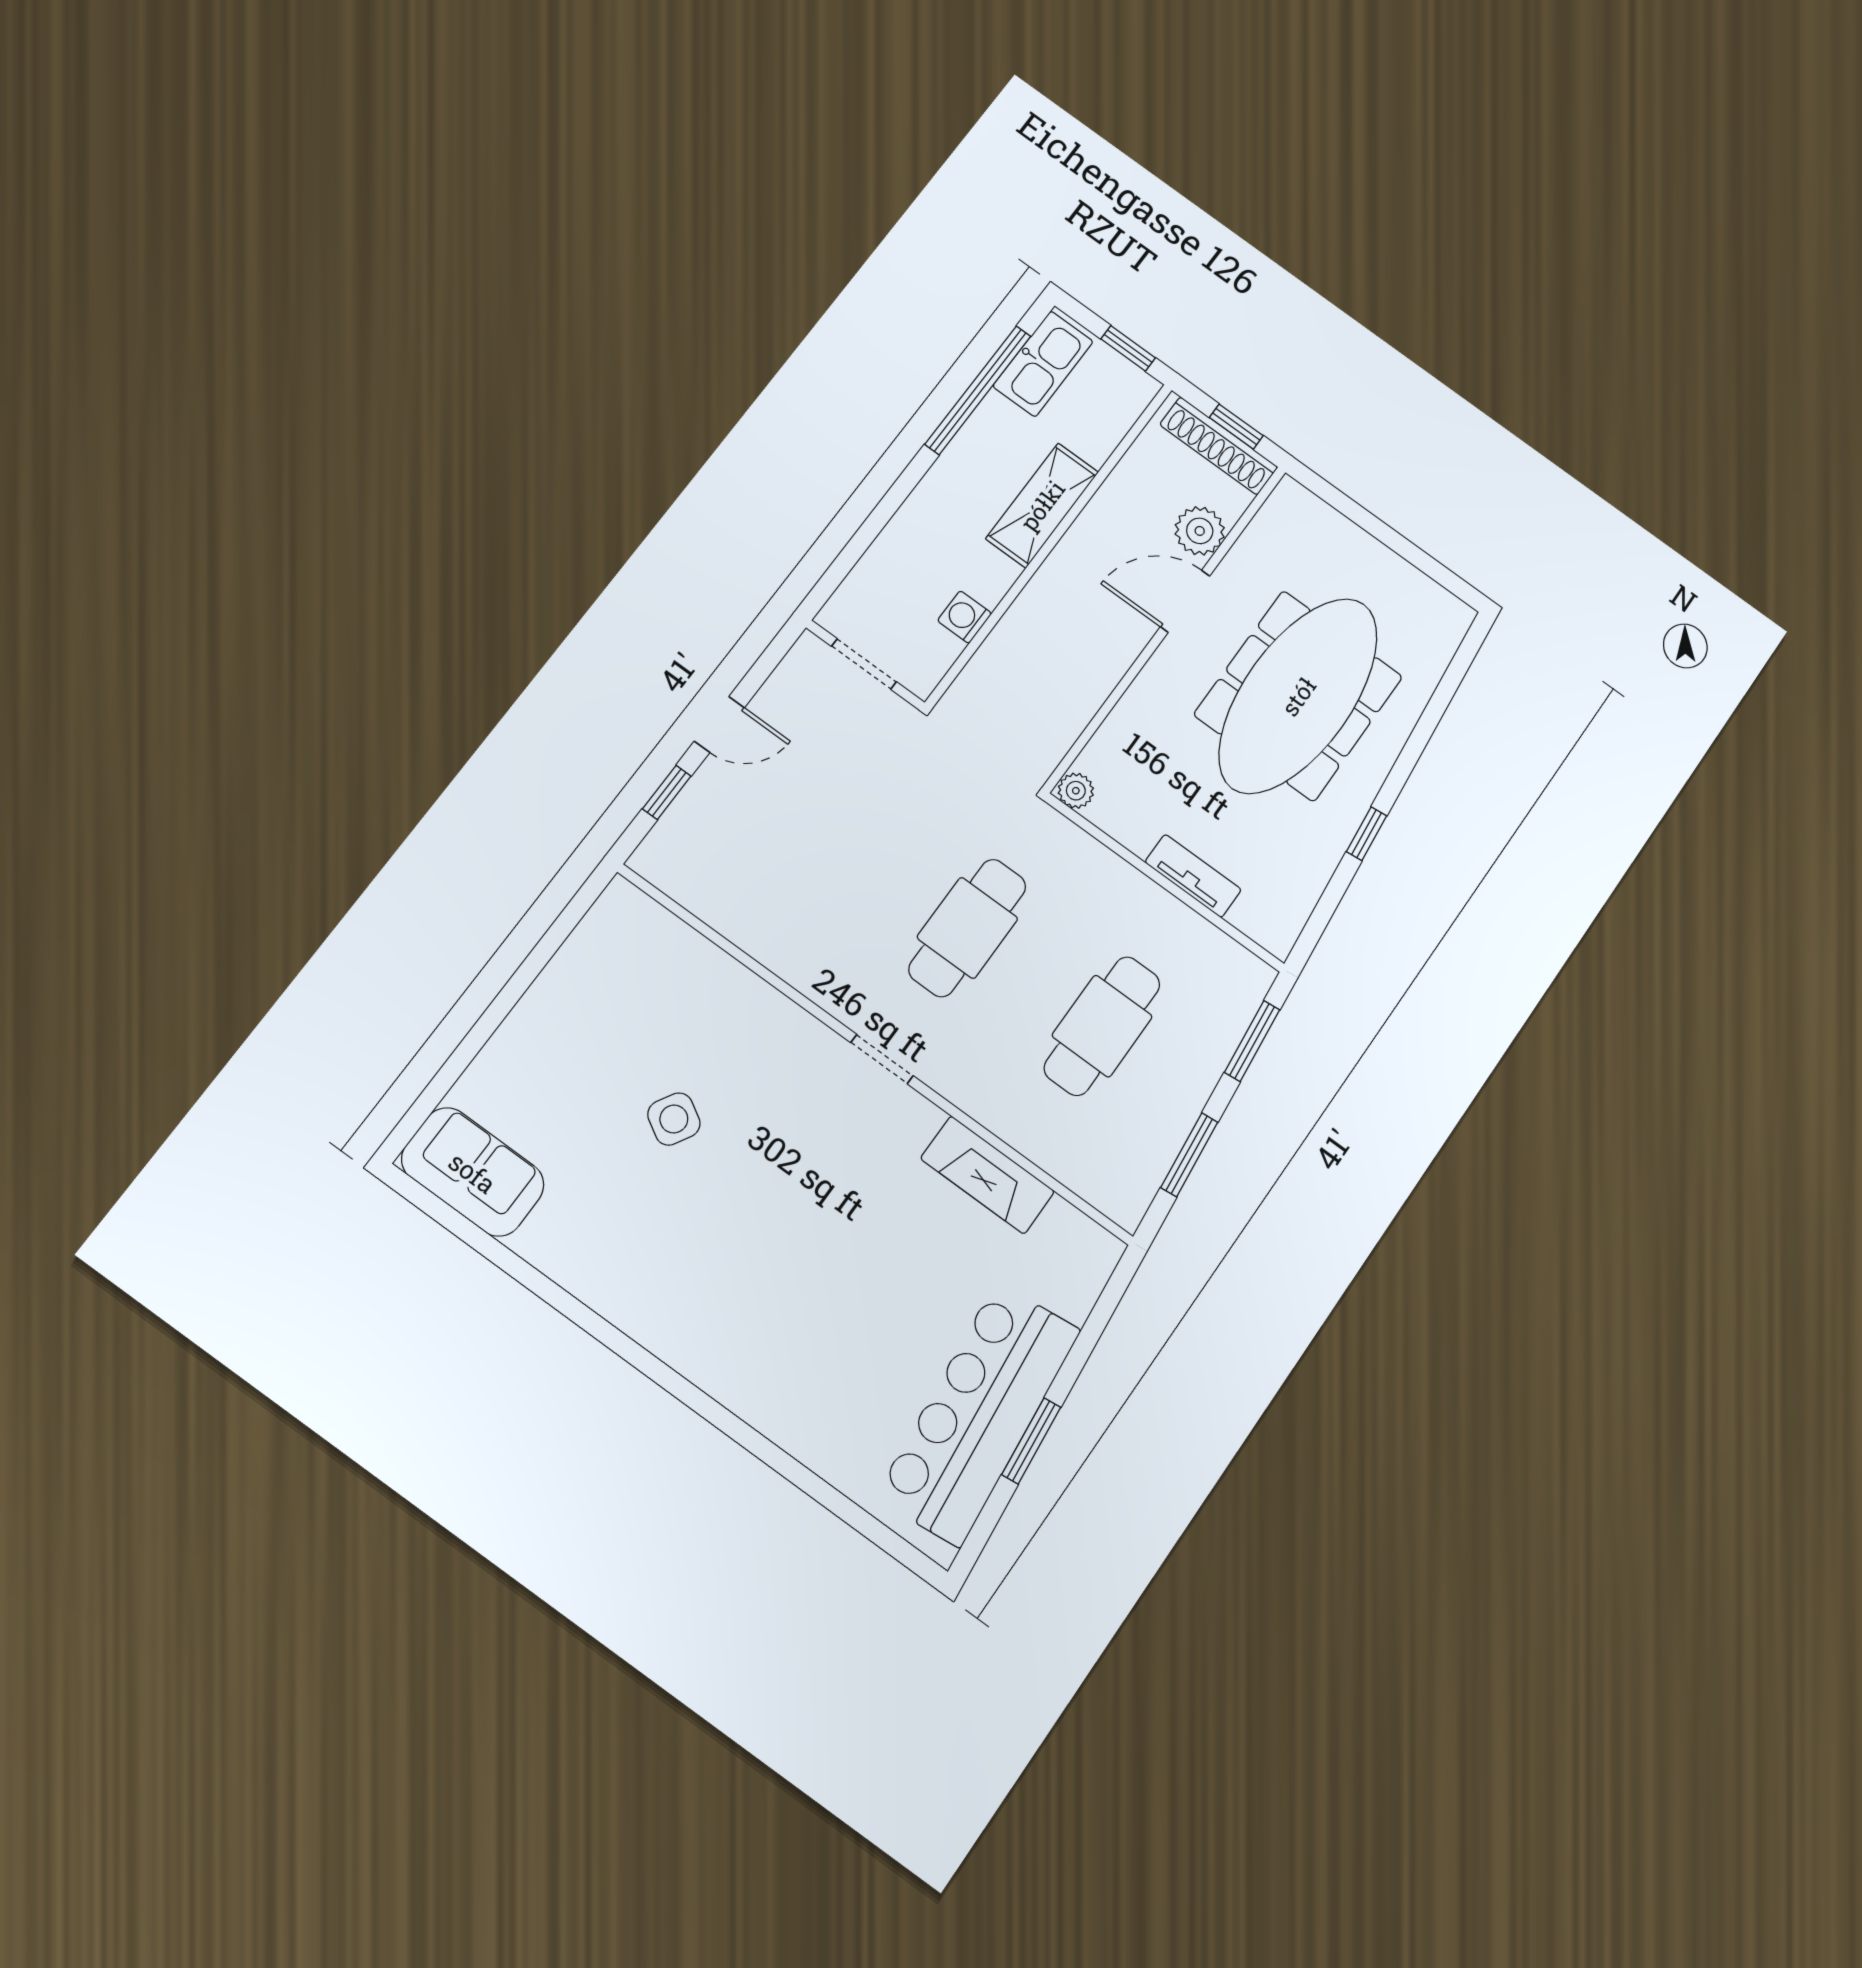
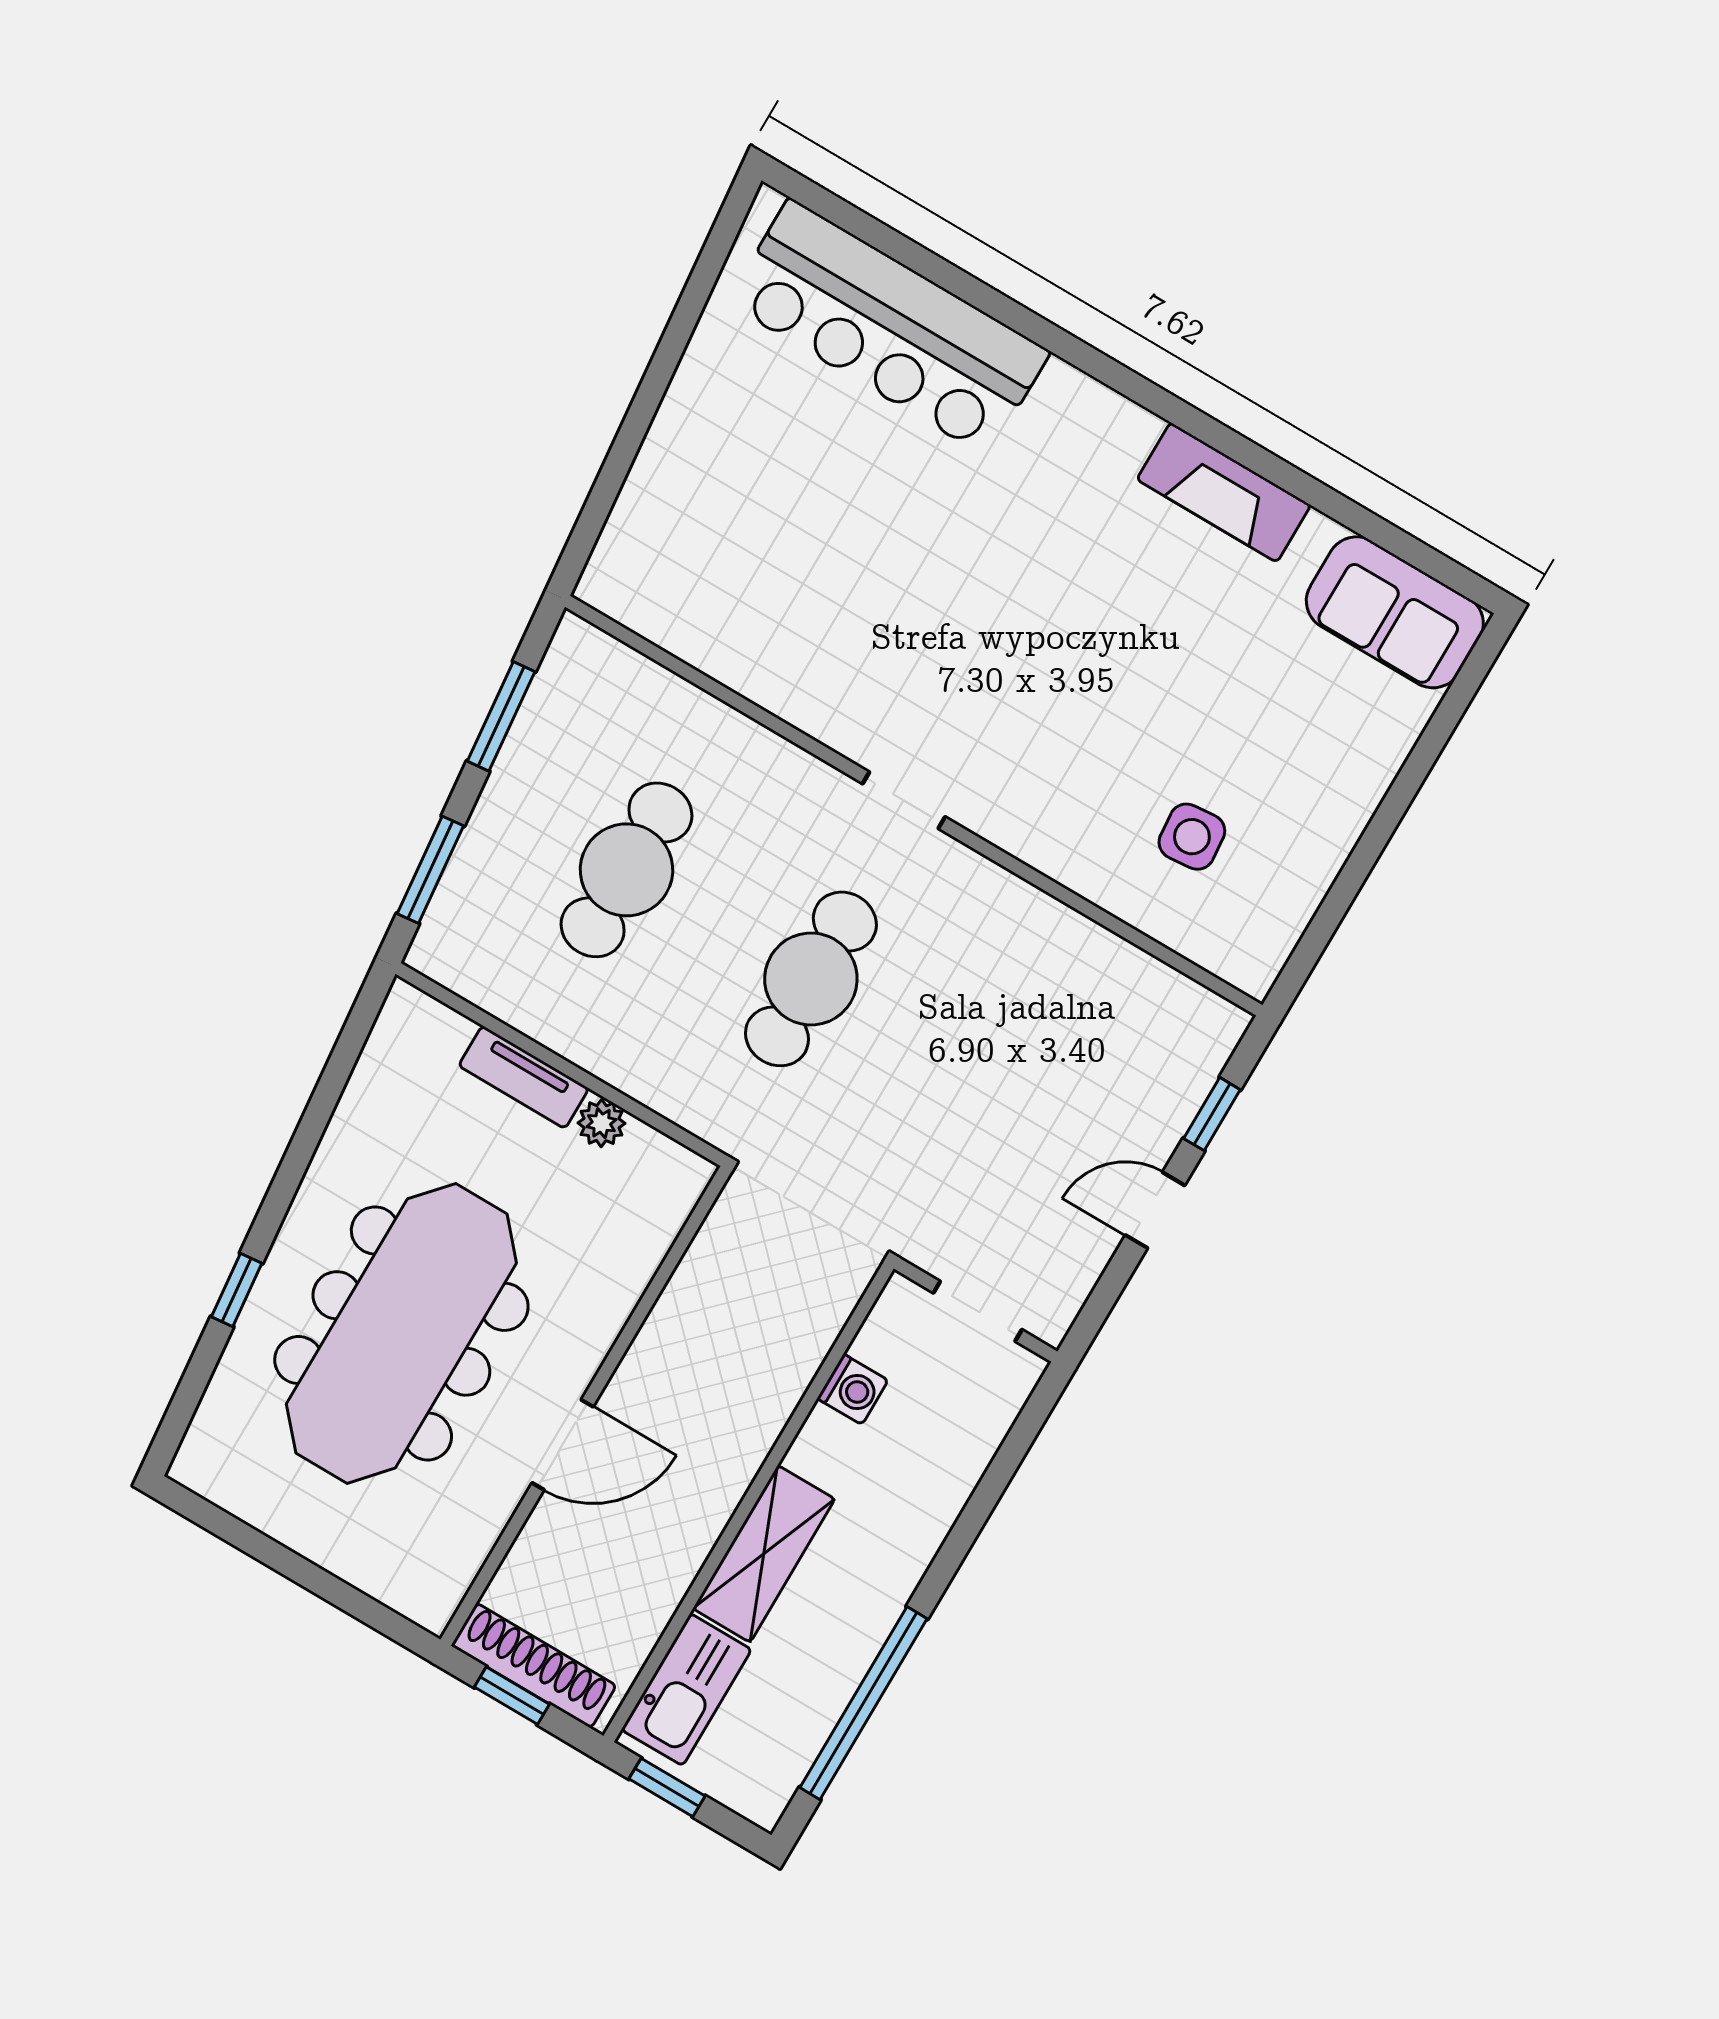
kitchen sink: (1043, 364) -> (686, 1690), moved, turned 180
plant: (1200, 531) -> (550, 1544), removed
plant: (1076, 791) -> (601, 1123), moved
window: (1367, 834) -> (237, 1290), moved
side table: (674, 1119) -> (1192, 837), moved, turned -35
fireplace: (987, 1175) -> (1224, 492), moved, turned 180
bar counter: (979, 1414) -> (889, 327), moved, turned 96
window: (1031, 1441) -> (672, 345), removed

